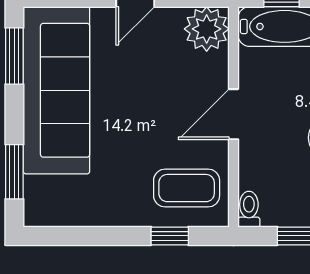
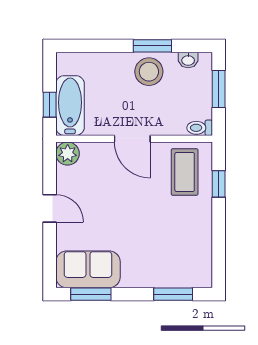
plant: (207, 29) -> (68, 154), width x0.73, depth x0.73
sofa: (56, 90) -> (88, 269), width x0.54, depth x0.79

